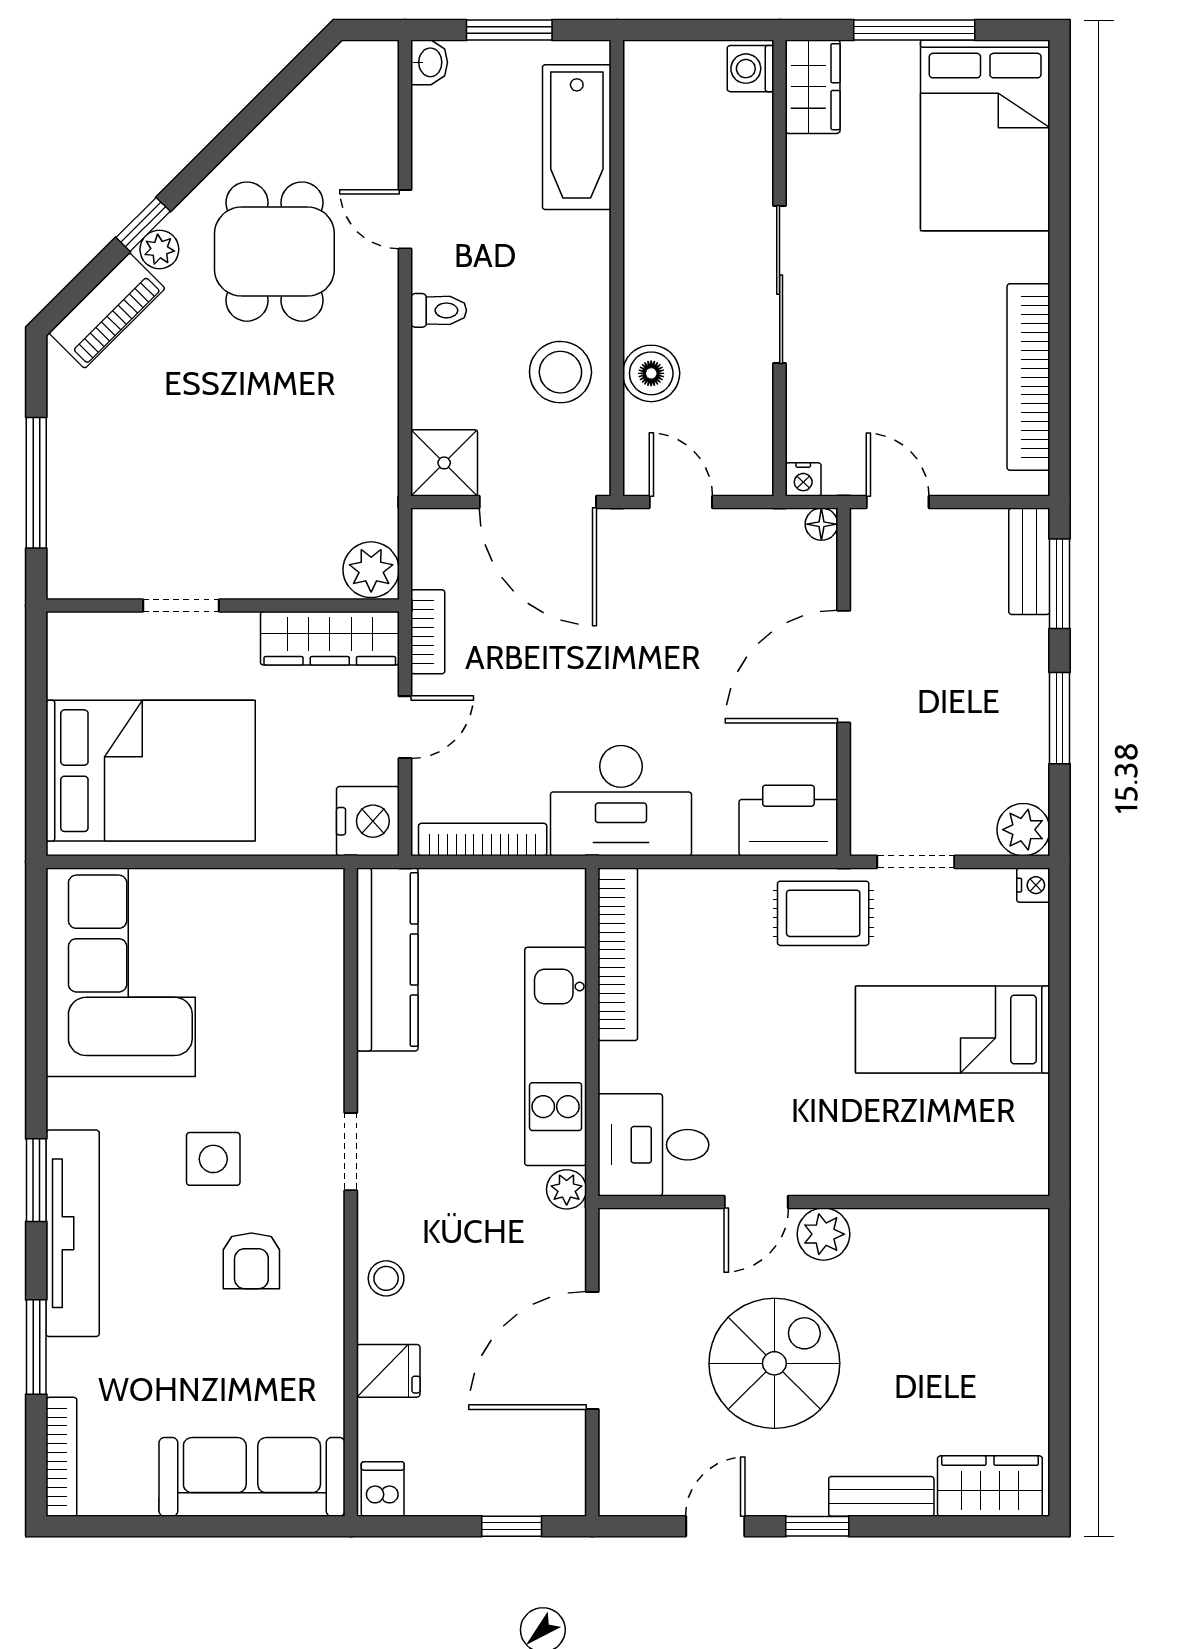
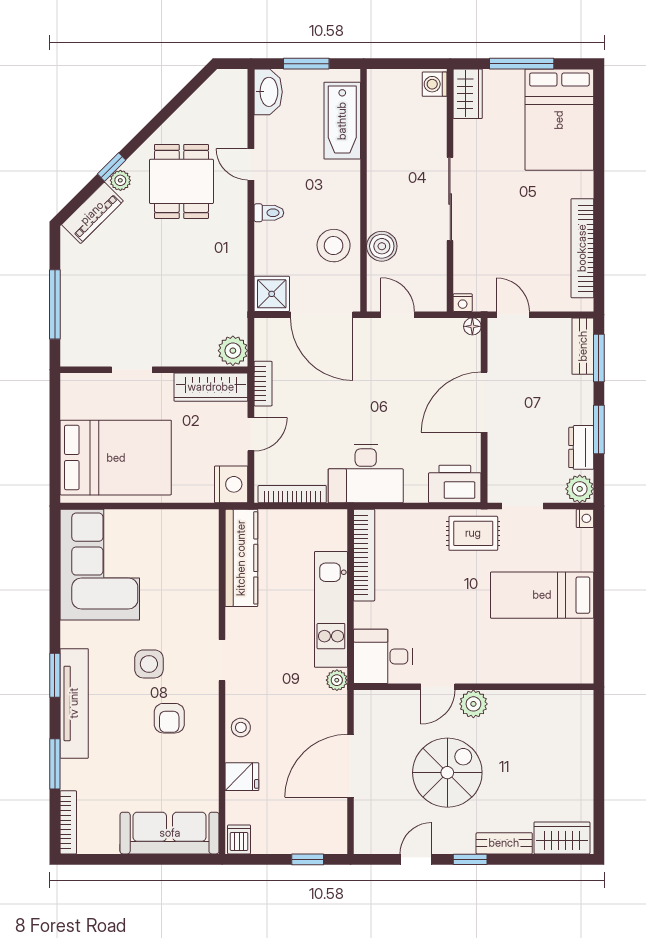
washbasin: (429, 62) -> (268, 92), width x1.91, depth x1.45
dresser: (1026, 752) -> (581, 447), added

